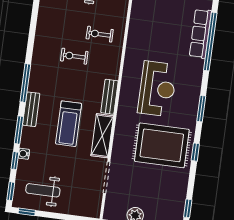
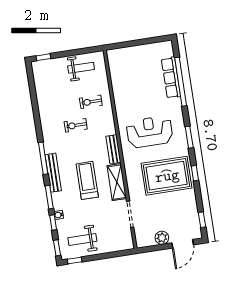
reception desk: (157, 89) -> (150, 132), turned -90
bench: (31, 109) -> (53, 173), width x1.36
treadmill: (69, 124) -> (87, 180), turned 180

